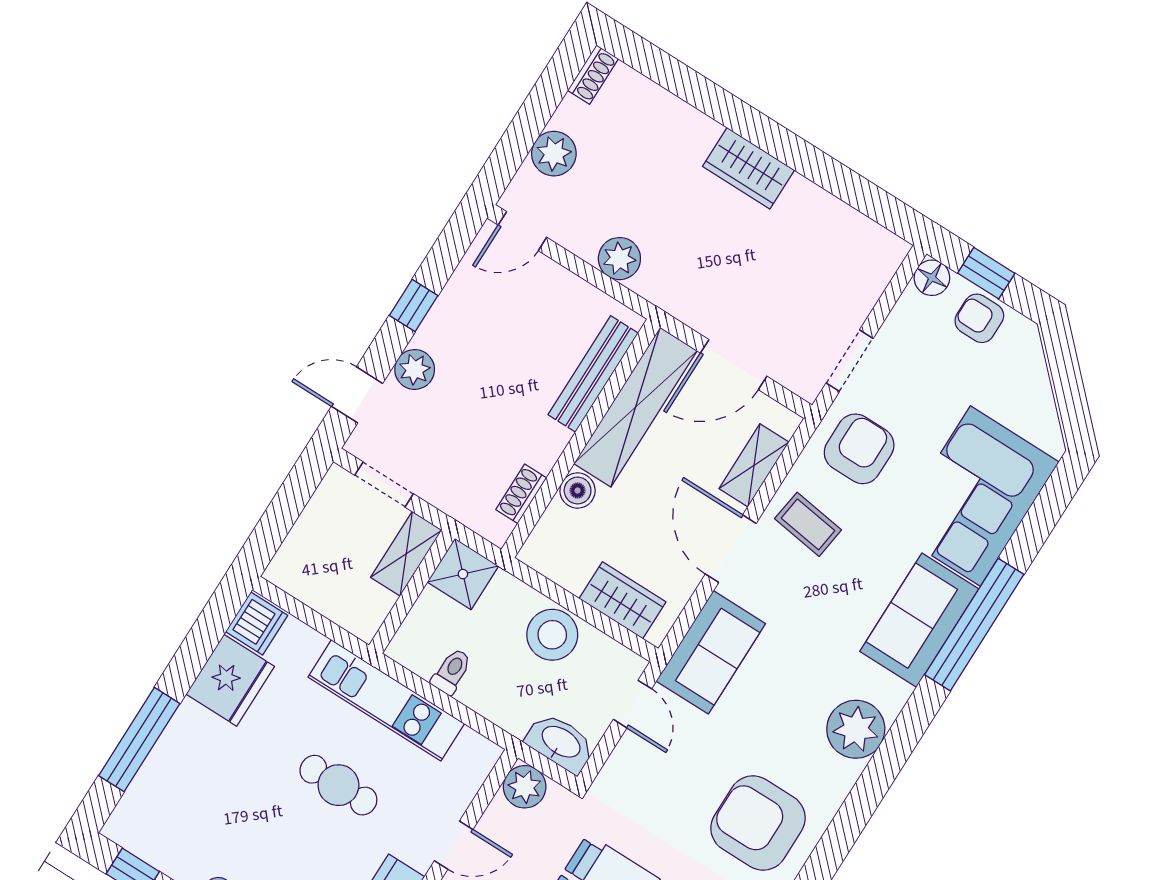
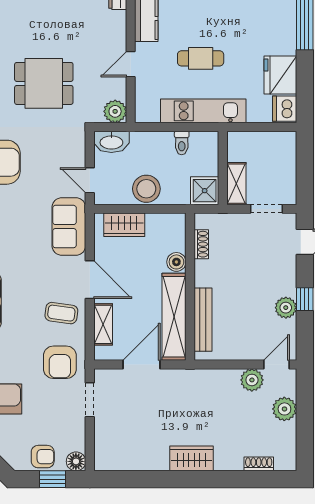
shoe rack: (593, 75) -> (259, 464), moved, turned 90
plant: (619, 259) -> (252, 380), moved
plant: (415, 369) -> (286, 308), moved

